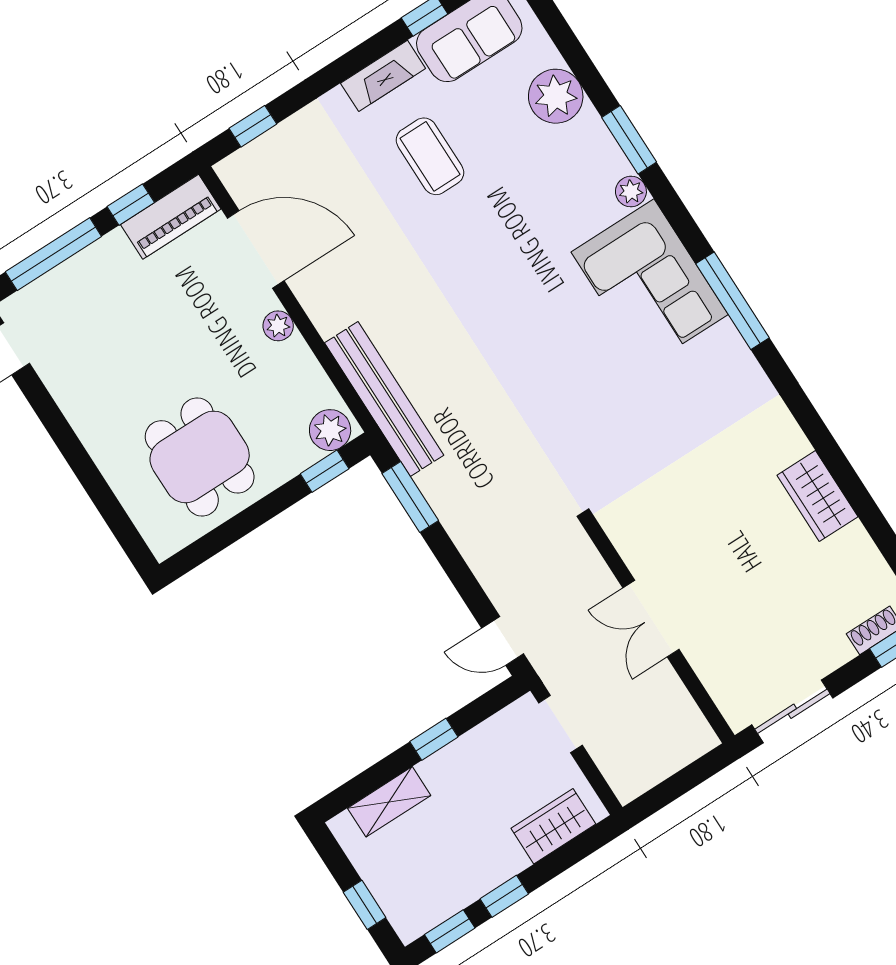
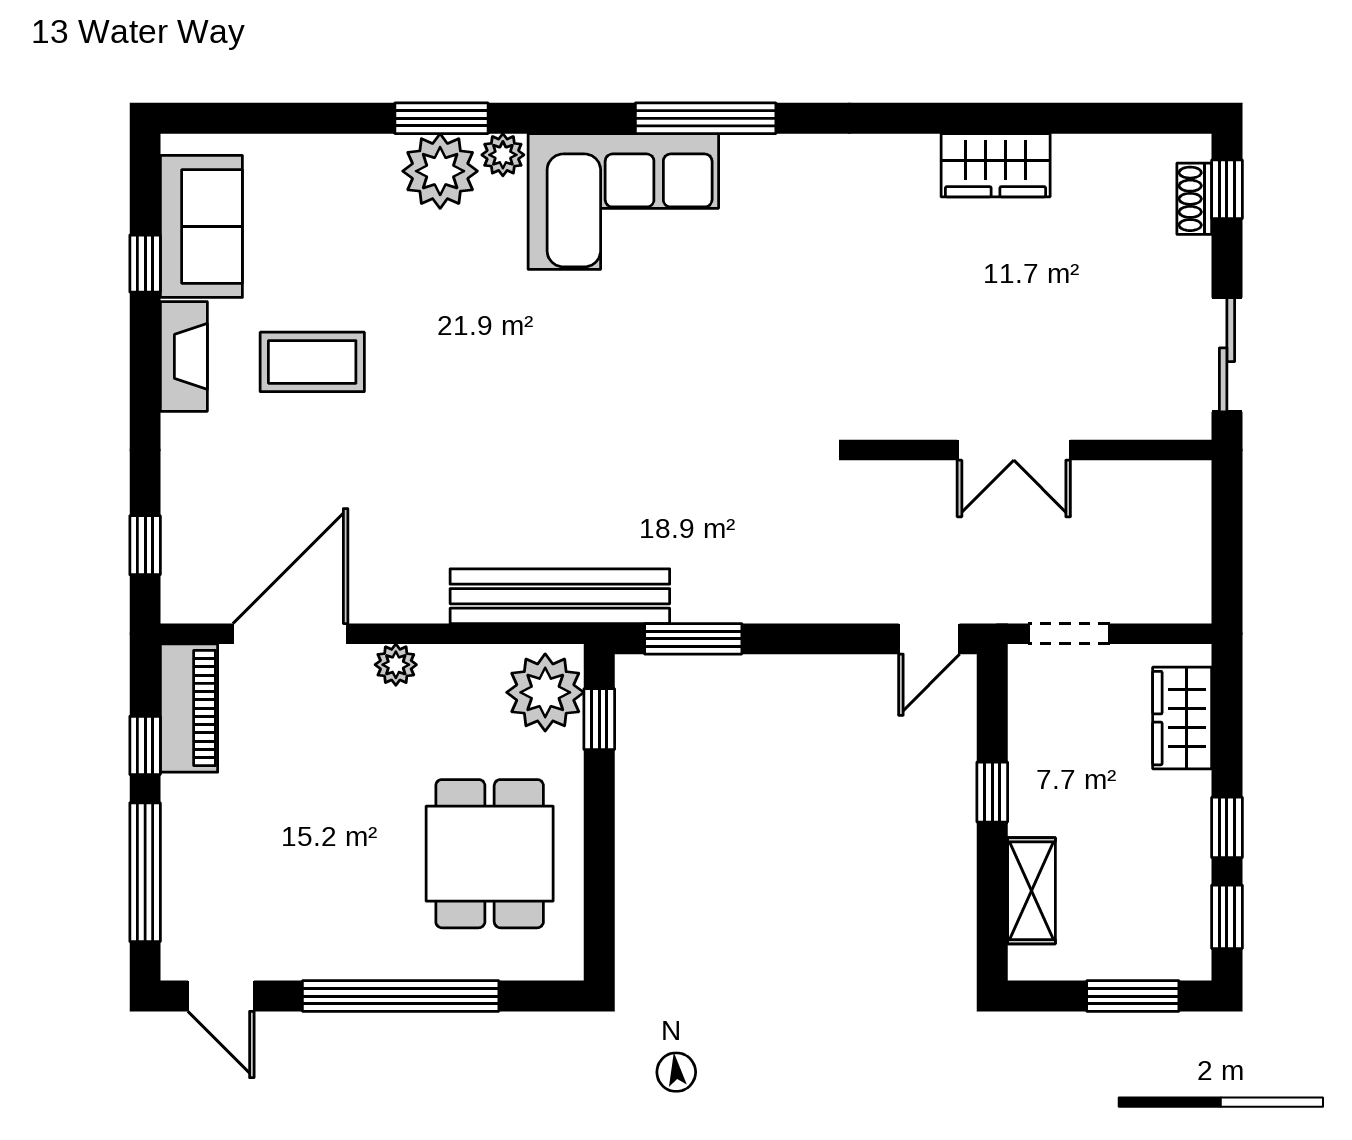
plant: (556, 96) -> (440, 171), moved
plant: (330, 430) -> (545, 692), width x1.36, depth x1.36
dining table: (200, 457) -> (490, 854), turned 90
window: (78, 458) -> (401, 996), added
window: (365, 905) -> (1133, 996), width x1.50

